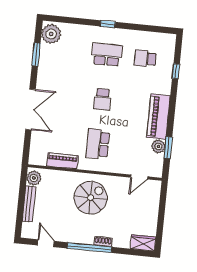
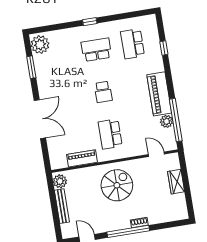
school desk: (145, 58) -> (133, 44), width x1.85
window: (168, 148) -> (176, 120), width x2.11
door: (139, 177) -> (156, 154), swing flipped
wardrobe: (143, 243) -> (176, 182), moved, turned -90

